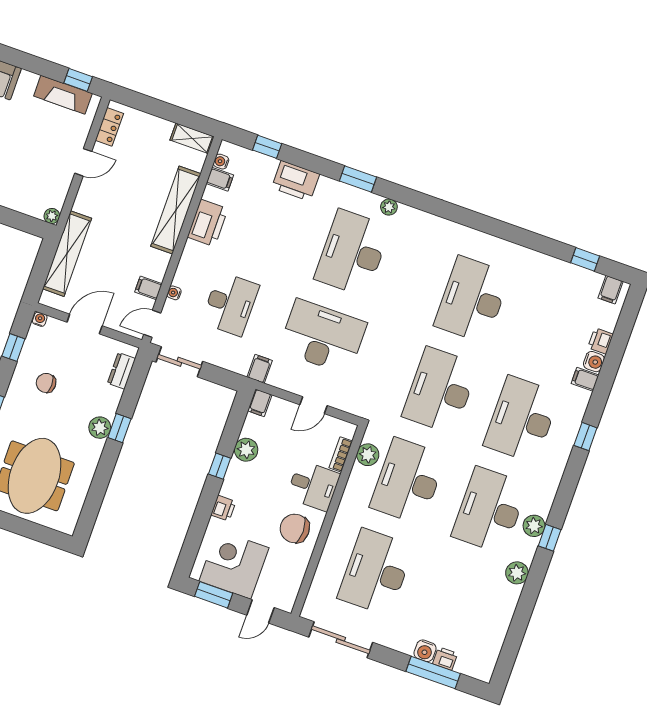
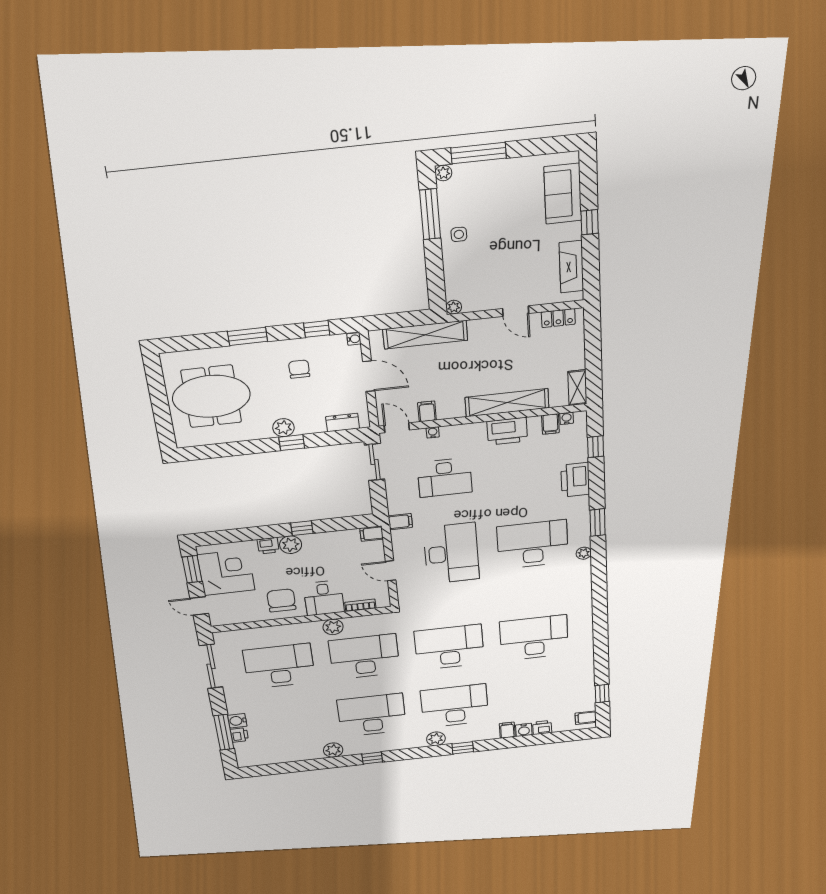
window: (78, 80) -> (590, 222), moved
plant: (246, 450) -> (291, 545), moved
plant: (368, 455) -> (333, 627), moved
plant: (534, 526) -> (436, 739), moved

